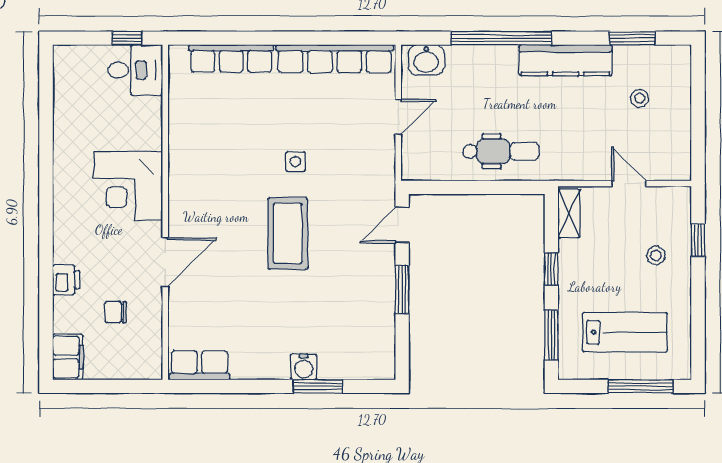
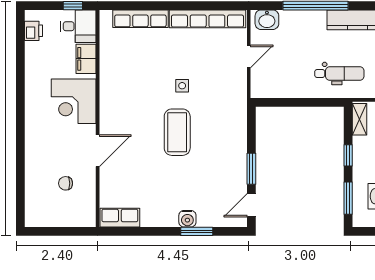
dental chair: (501, 151) -> (339, 73), moved
door: (402, 225) -> (251, 205), moved
printer: (66, 280) -> (33, 31), moved
filing cabinet: (68, 357) -> (86, 59), moved, turned 180

